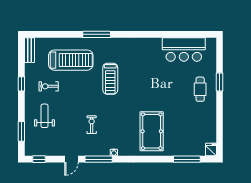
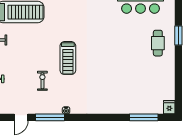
treadmill: (110, 79) -> (68, 58), moved
pool table: (152, 131) -> (106, 88), removed

